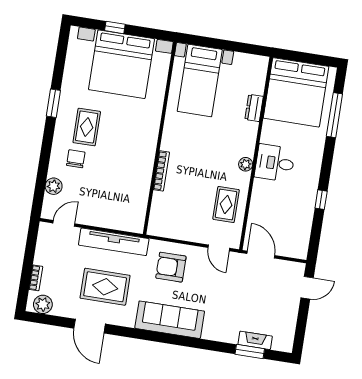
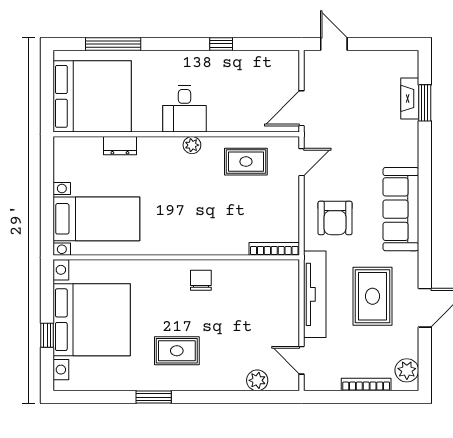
chair: (76, 159) -> (201, 280), moved, turned 90
bookcase: (161, 171) -> (274, 249), moved
bookcase: (36, 278) -> (366, 384), width x1.56

